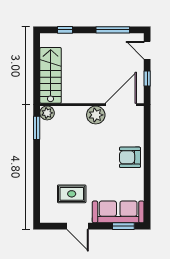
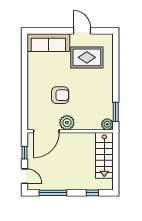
armchair: (130, 157) -> (60, 95), moved
rug: (72, 194) -> (87, 57), width x1.36, depth x1.43
window: (123, 226) -> (44, 31), removed

